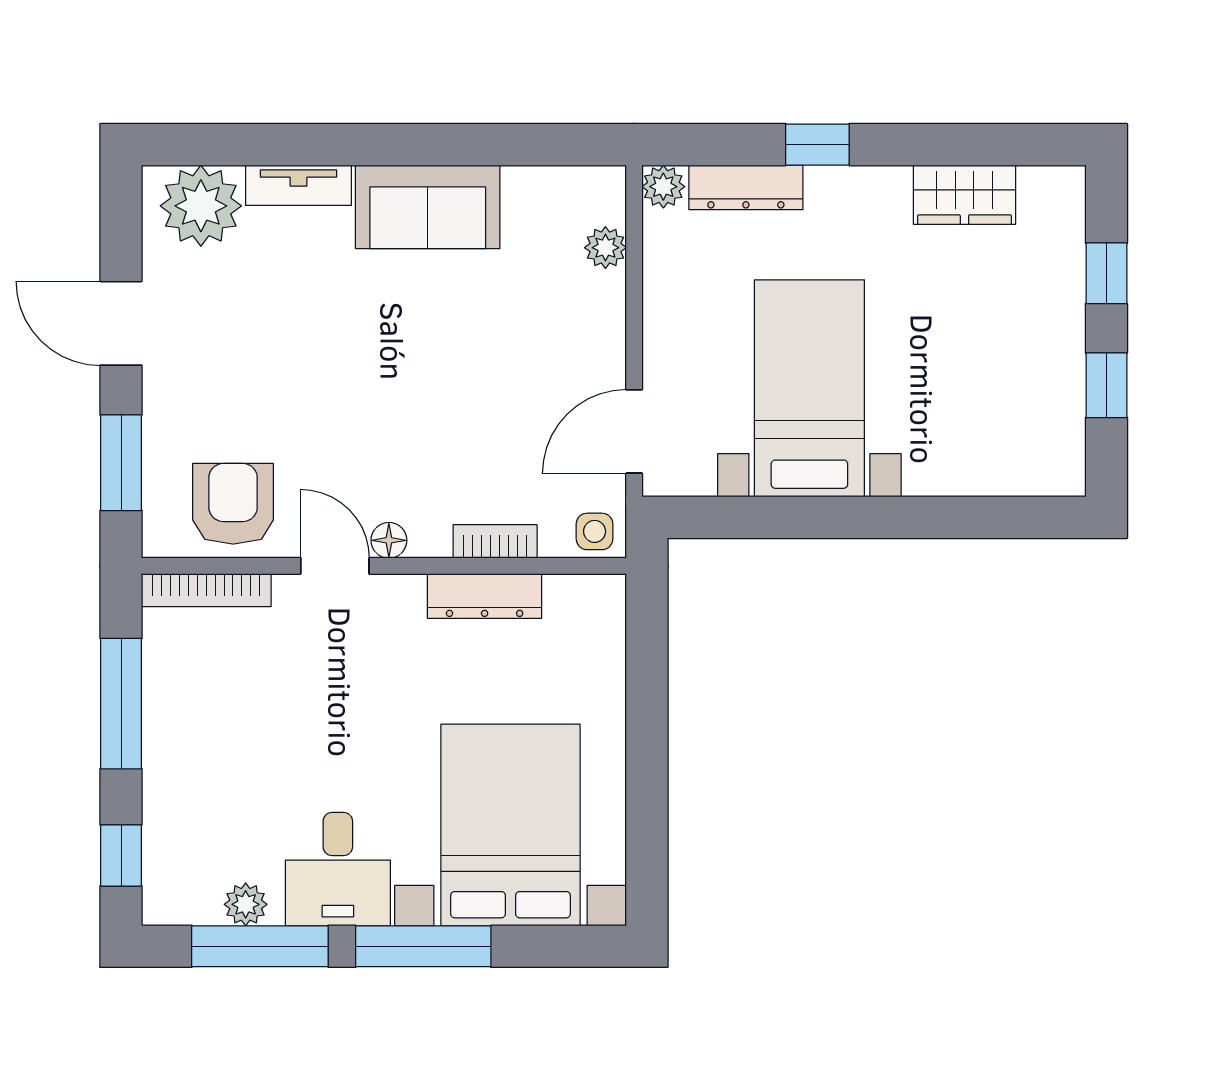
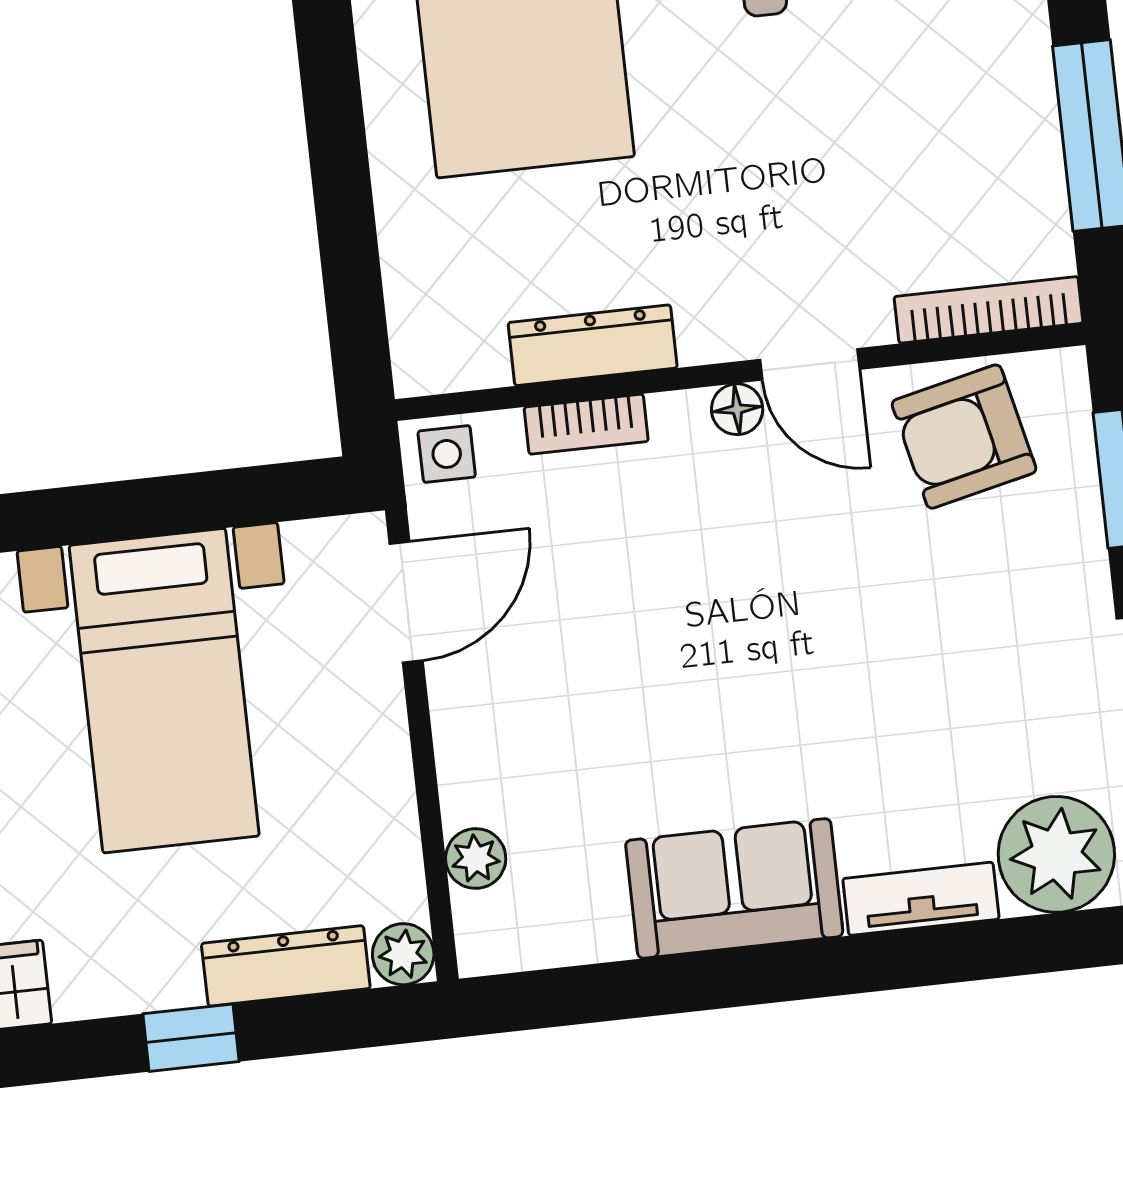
armchair: (233, 504) -> (964, 437), turned 77

